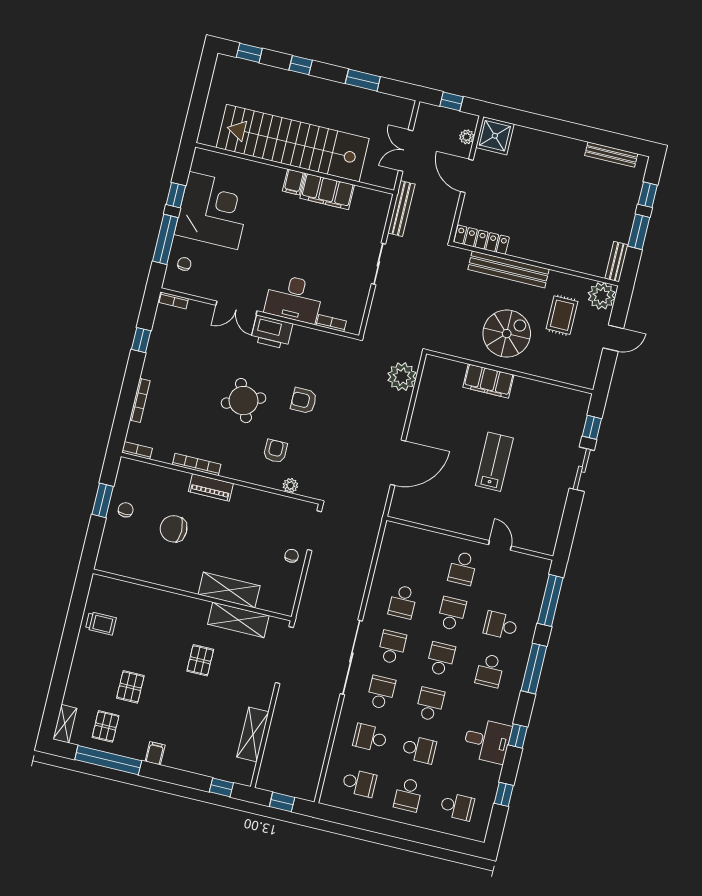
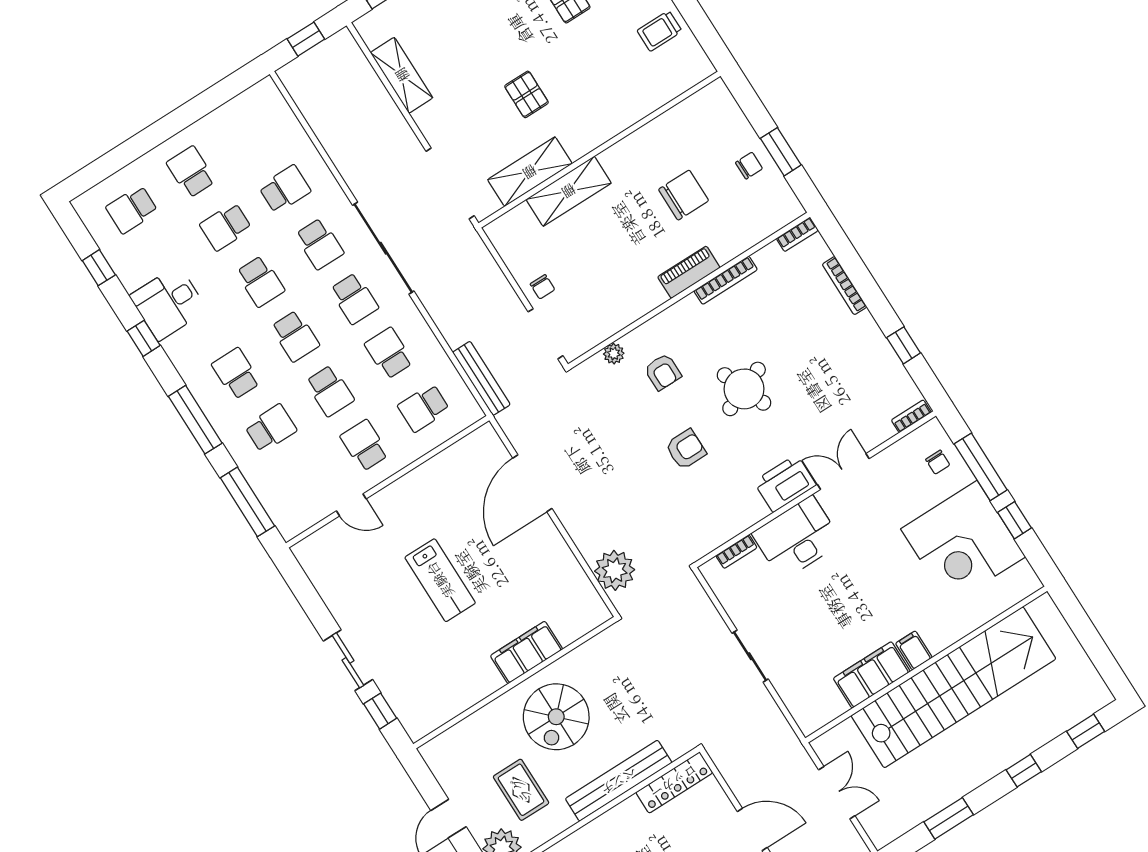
bench: (401, 209) -> (481, 378), moved
chair: (126, 510) -> (749, 166), turned -90
school desk: (359, 783) -> (424, 408), moved

